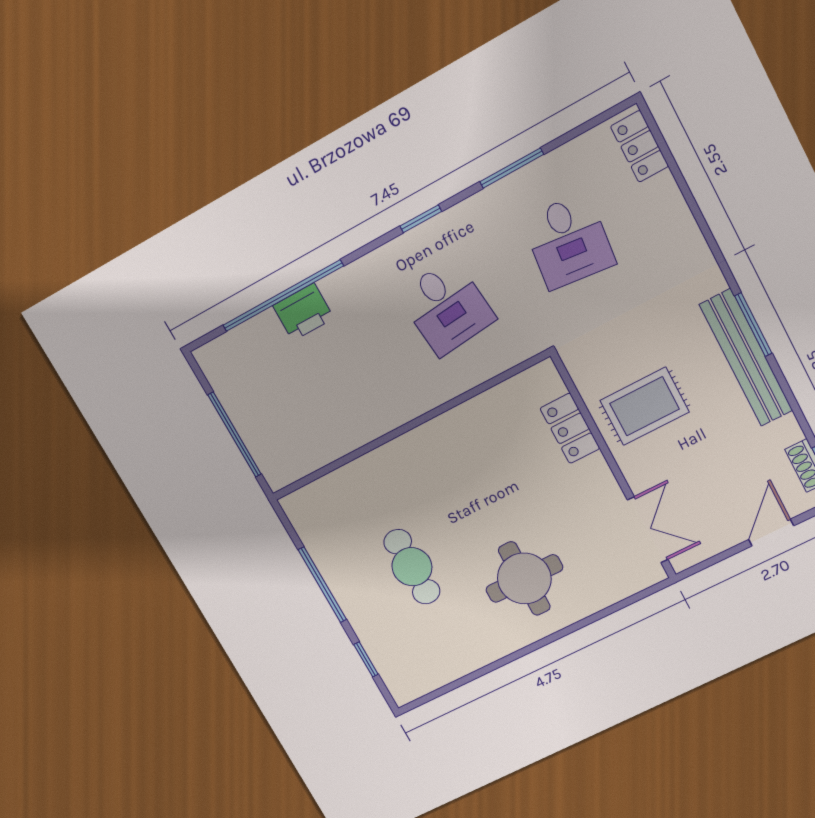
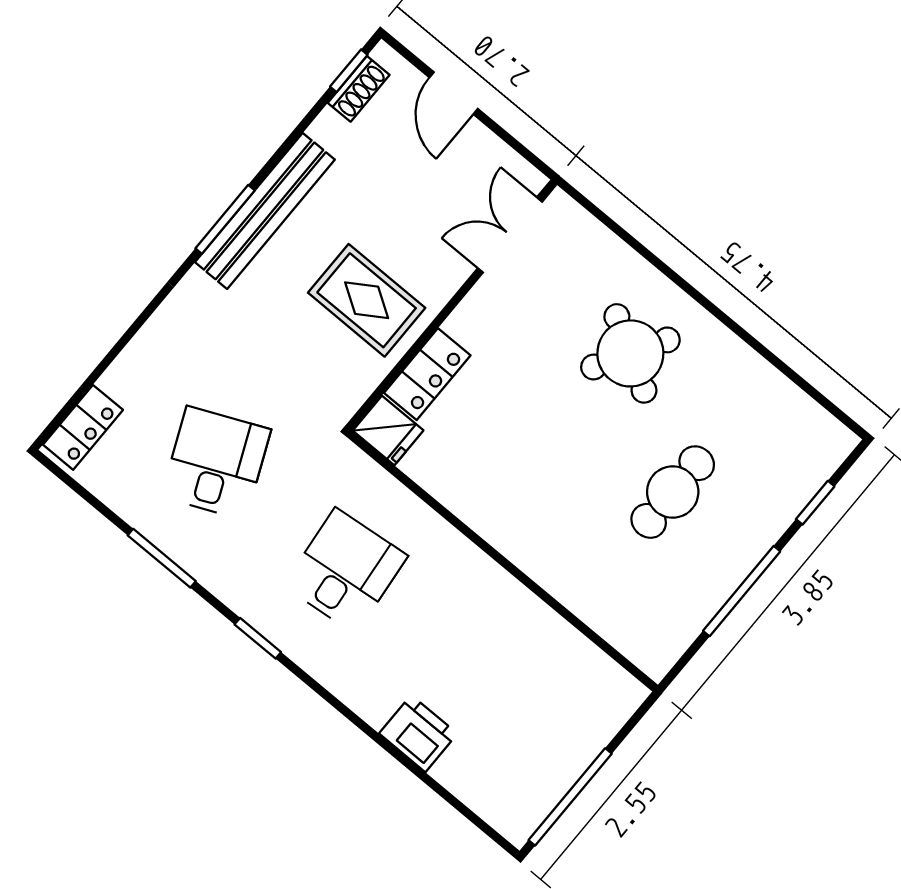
desk: (568, 241) -> (216, 463), turned -30
window: (283, 296) -> (409, 764), removed
fridge: (540, 382) -> (388, 430), added
window: (235, 435) -> (570, 797), moved
door: (771, 533) -> (454, 93), hinge flipped
round table: (524, 579) -> (630, 353), turned 30

